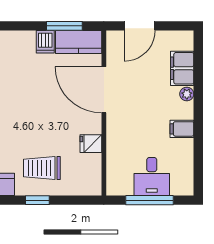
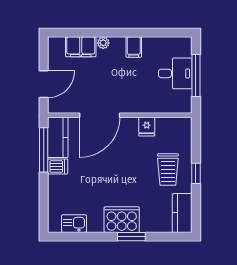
window: (64, 26) -> (44, 150), width x1.44
door: (139, 26) -> (44, 84), hinge flipped

